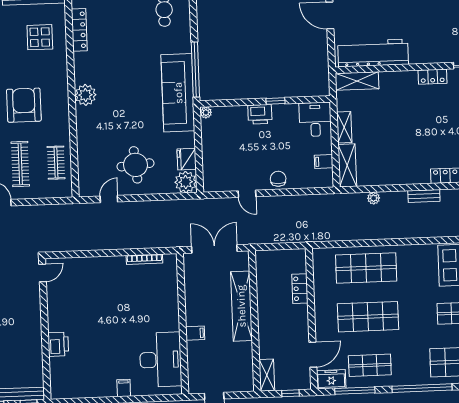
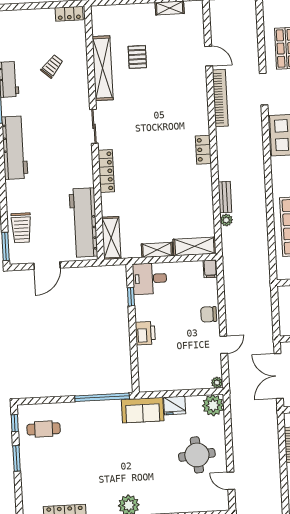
locker: (433, 77) -> (106, 171), width x1.53
sofa: (178, 93) -> (143, 410), width x0.54, depth x0.79
window: (275, 101) -> (131, 297), moved
plant: (206, 113) -> (217, 383), moved
fridge: (187, 159) -> (175, 405), moved
filing cabinet: (324, 162) -> (210, 269), moved
bench: (424, 196) -> (225, 197), moved

